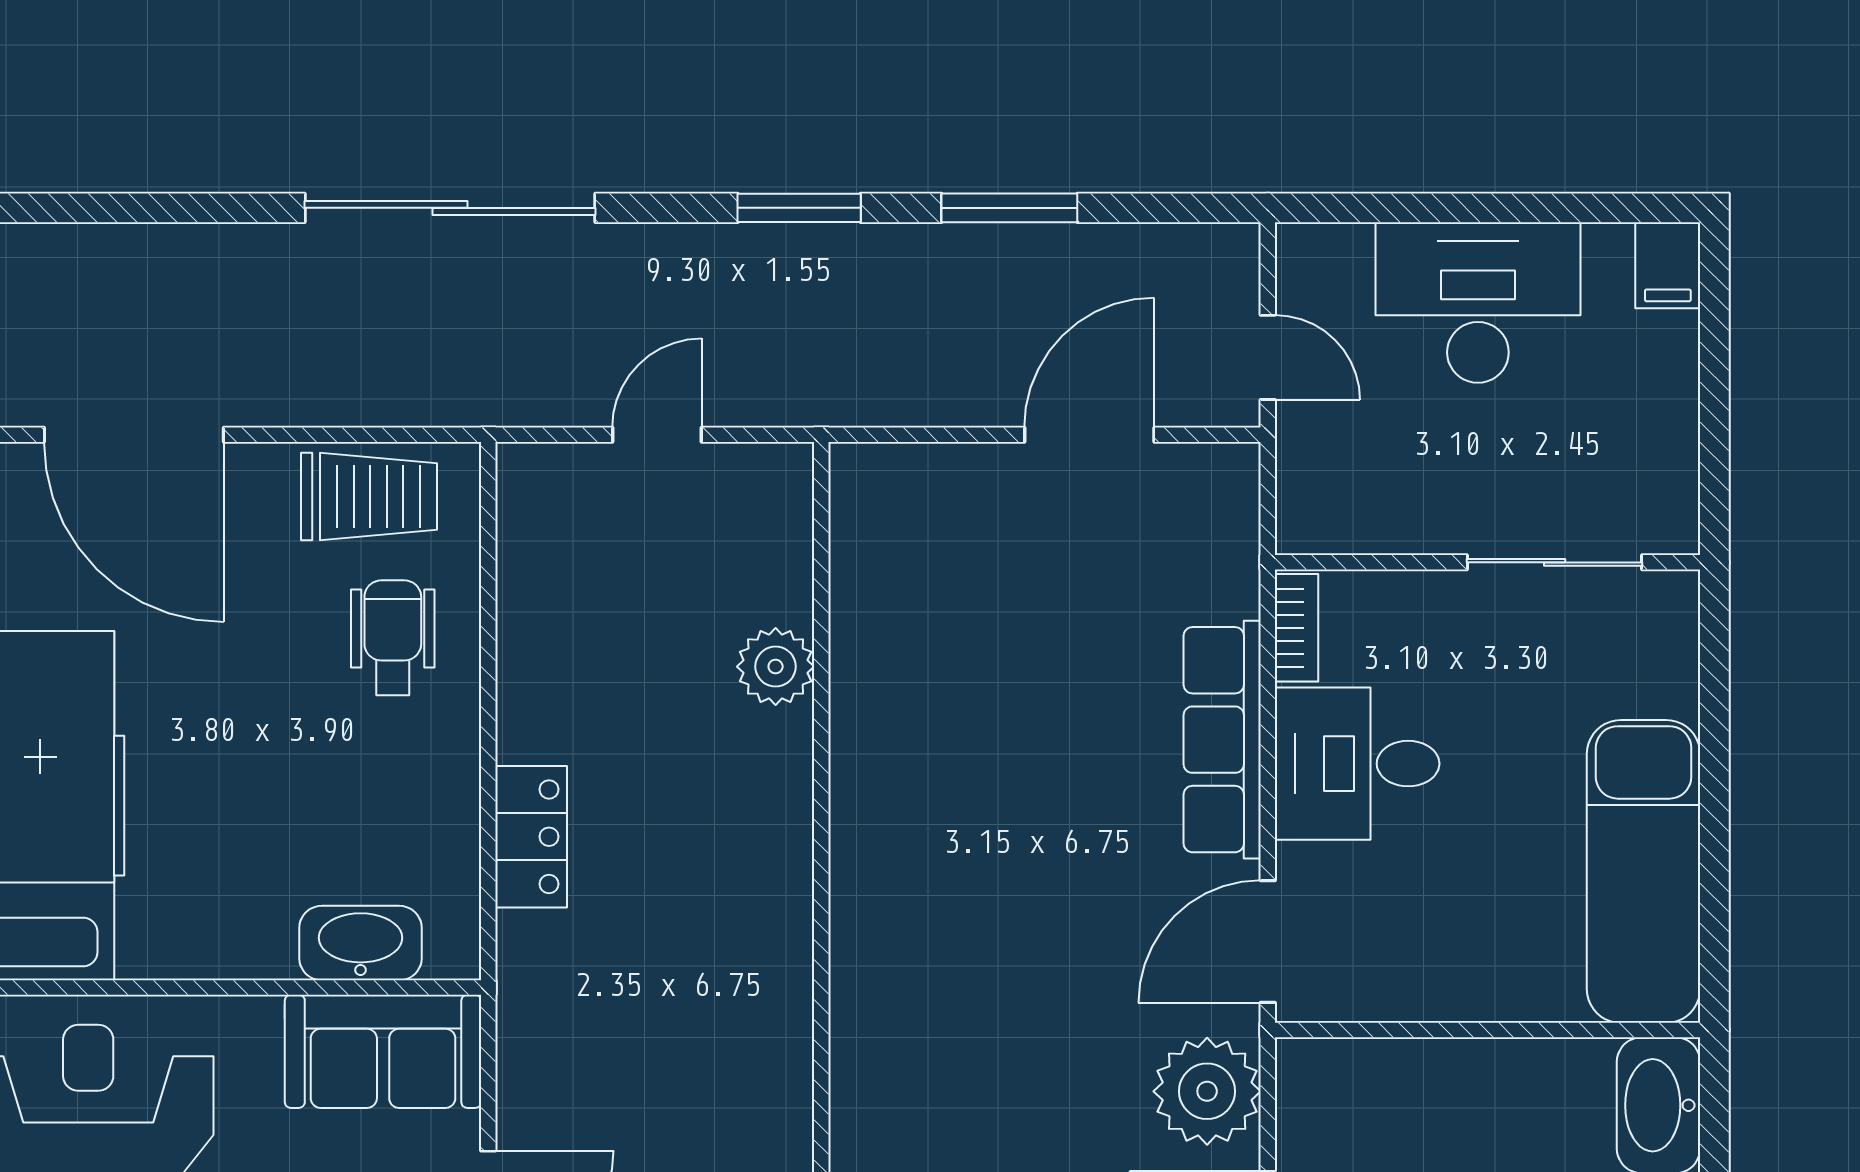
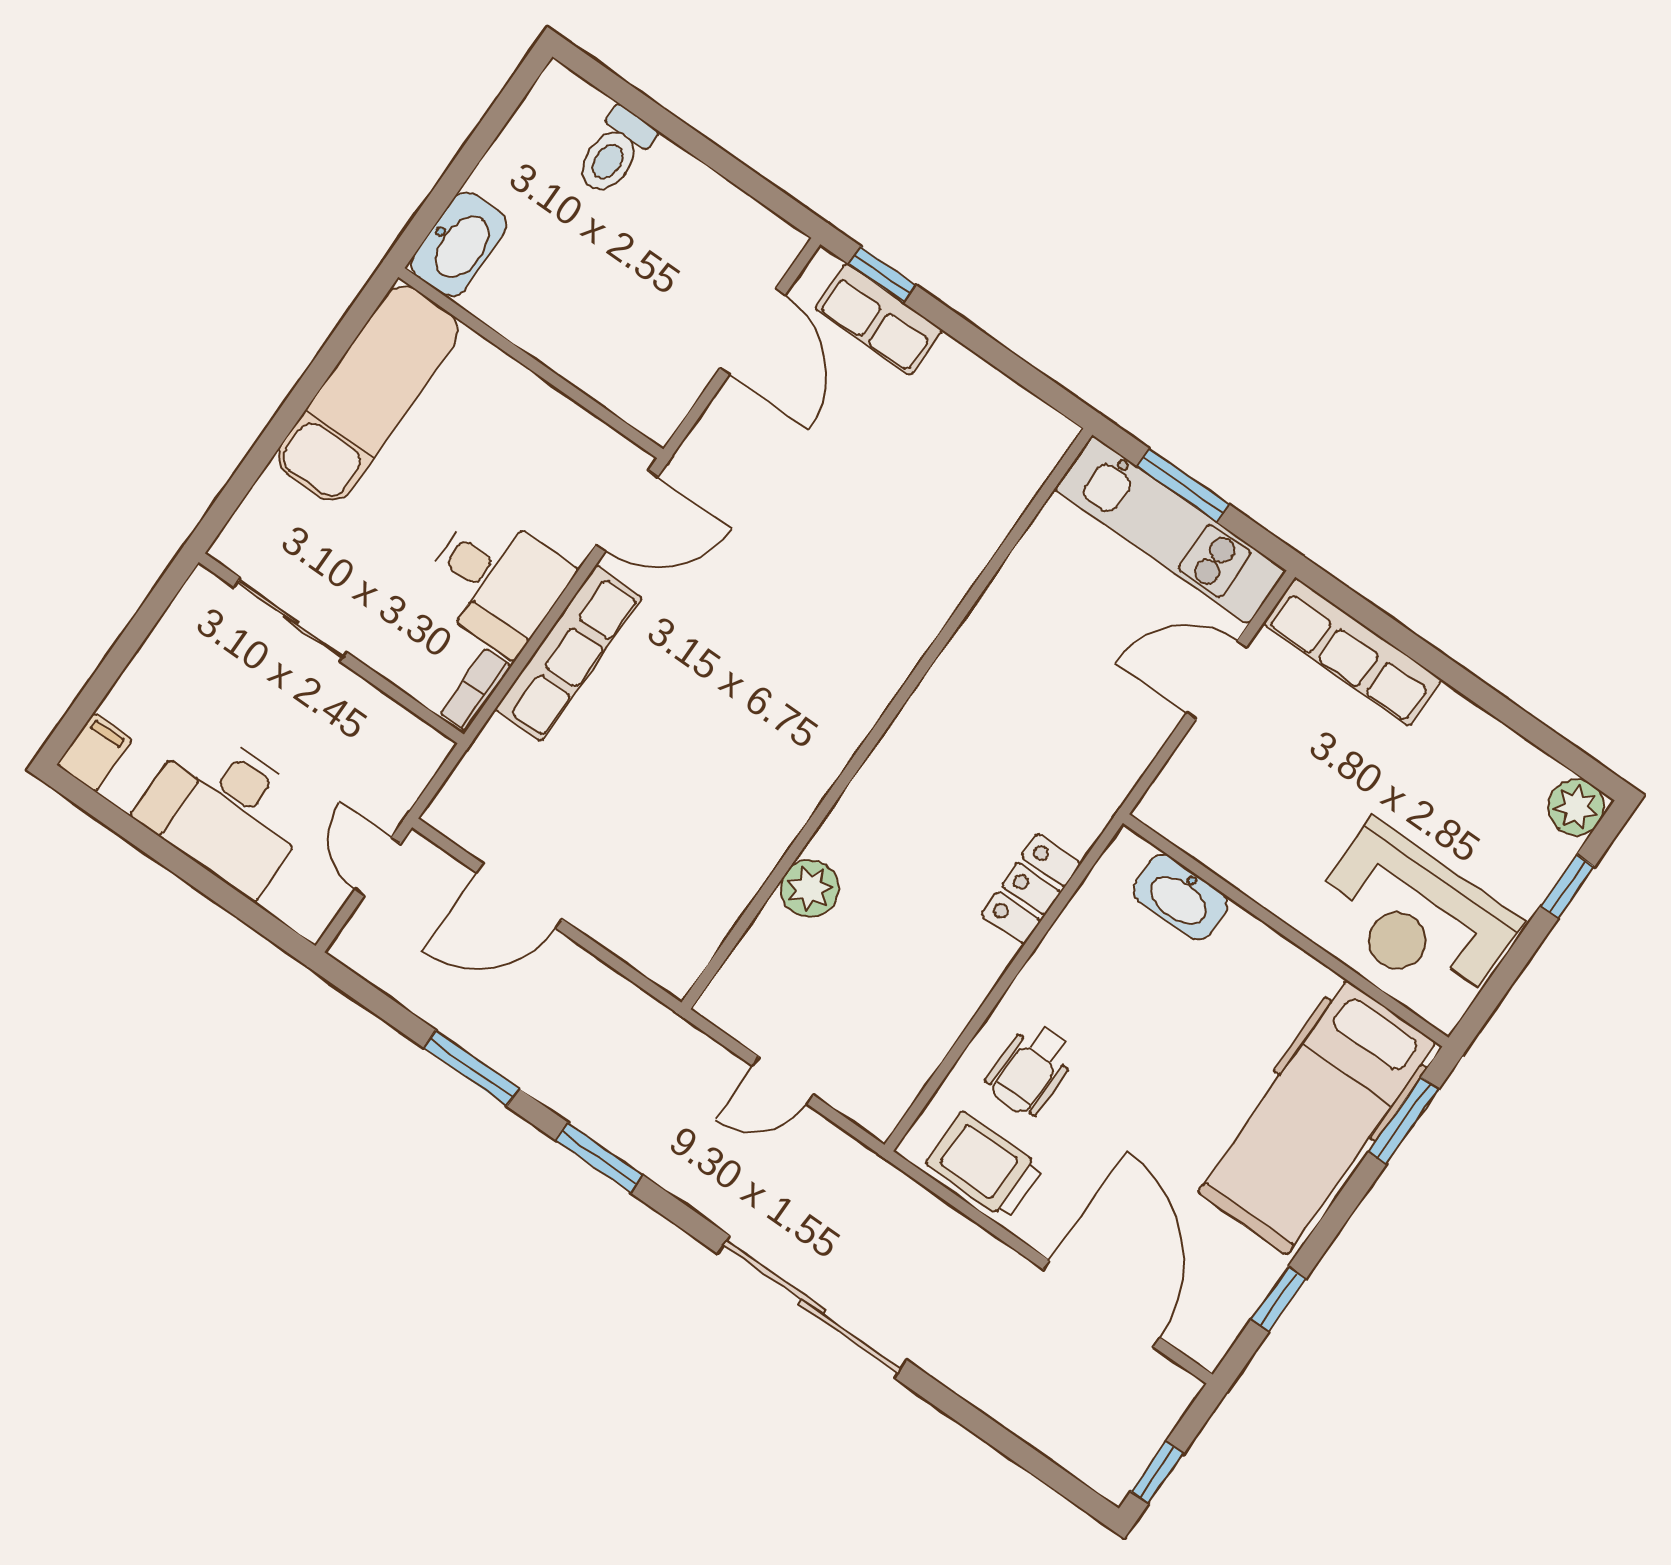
sofa: (383, 1051) -> (1213, 821), removed
plant: (1207, 1091) -> (728, 446), removed

